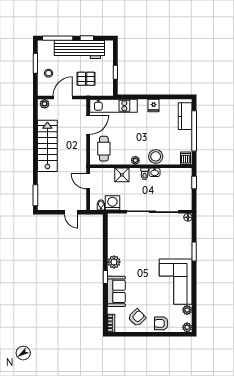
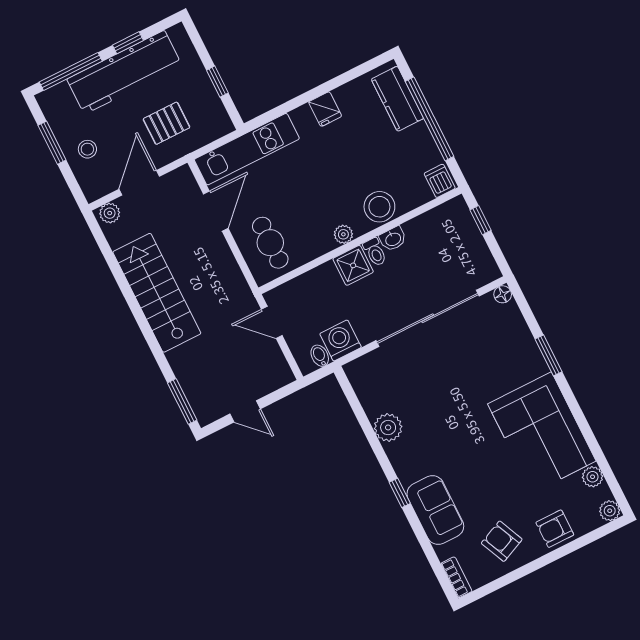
shower: (122, 175) -> (353, 265), moved
door: (71, 212) -> (245, 411), moved
plant: (114, 262) -> (388, 427), moved
armchair: (137, 318) -> (502, 541), turned -70

